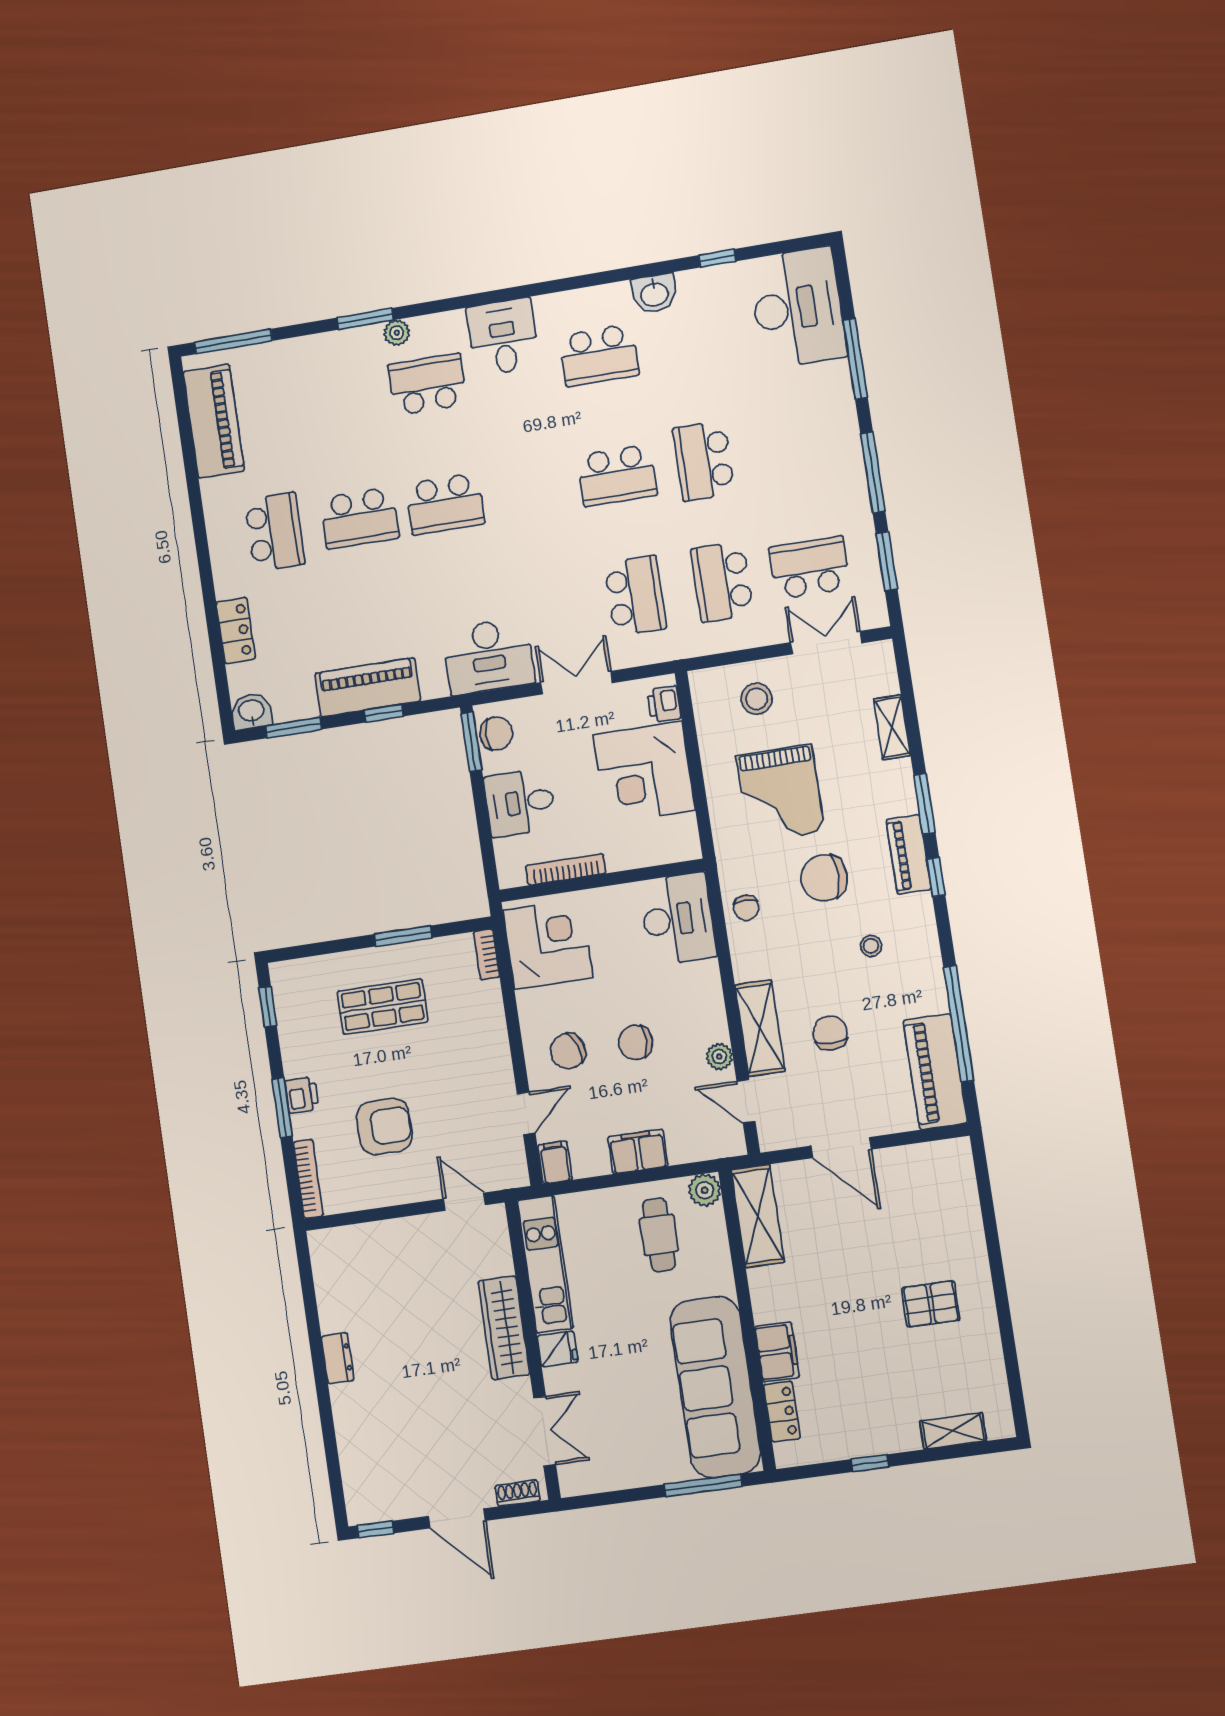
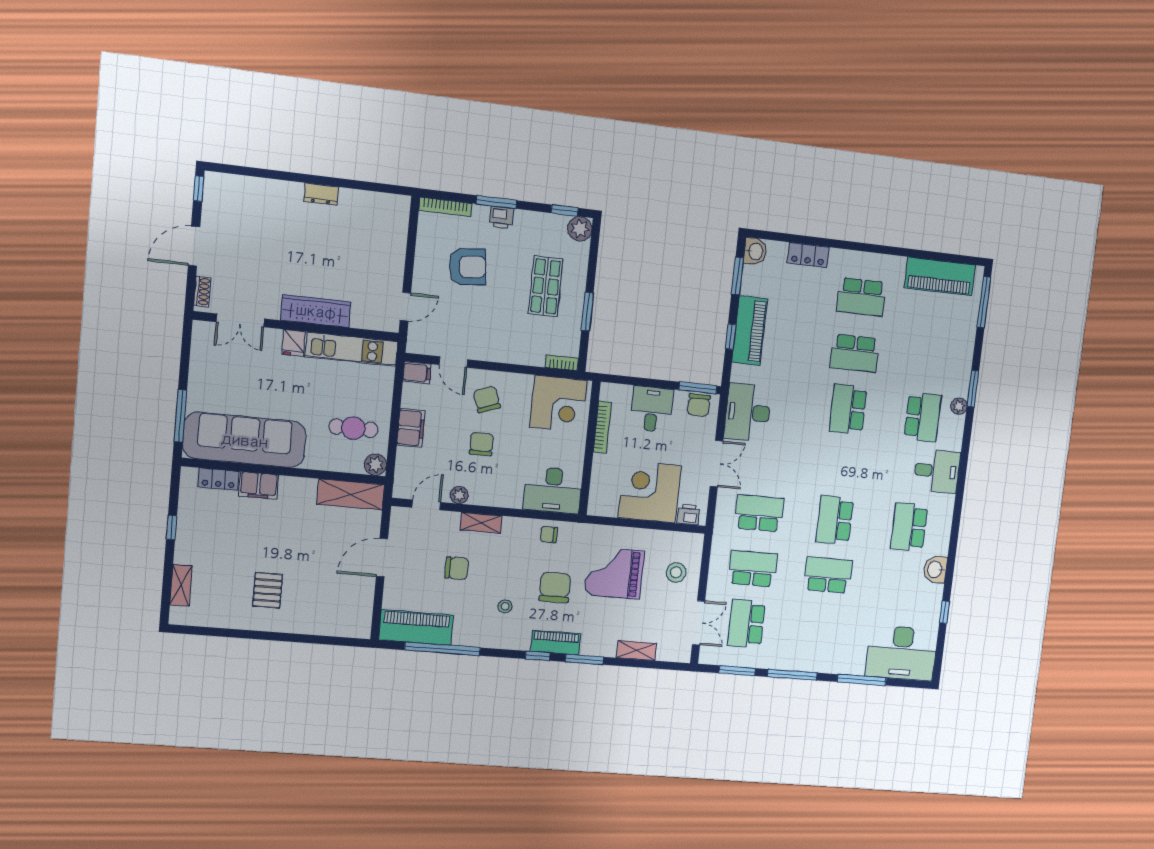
school desk: (360, 518) -> (855, 353), turned -90
school desk: (810, 568) -> (746, 624), turned 180
school desk: (635, 596) -> (759, 513), turned 180
plant: (288, 978) -> (580, 229), added
shelving: (760, 1028) -> (481, 523), width x0.67, depth x0.75
armchair: (384, 1127) -> (468, 267), turned -96

